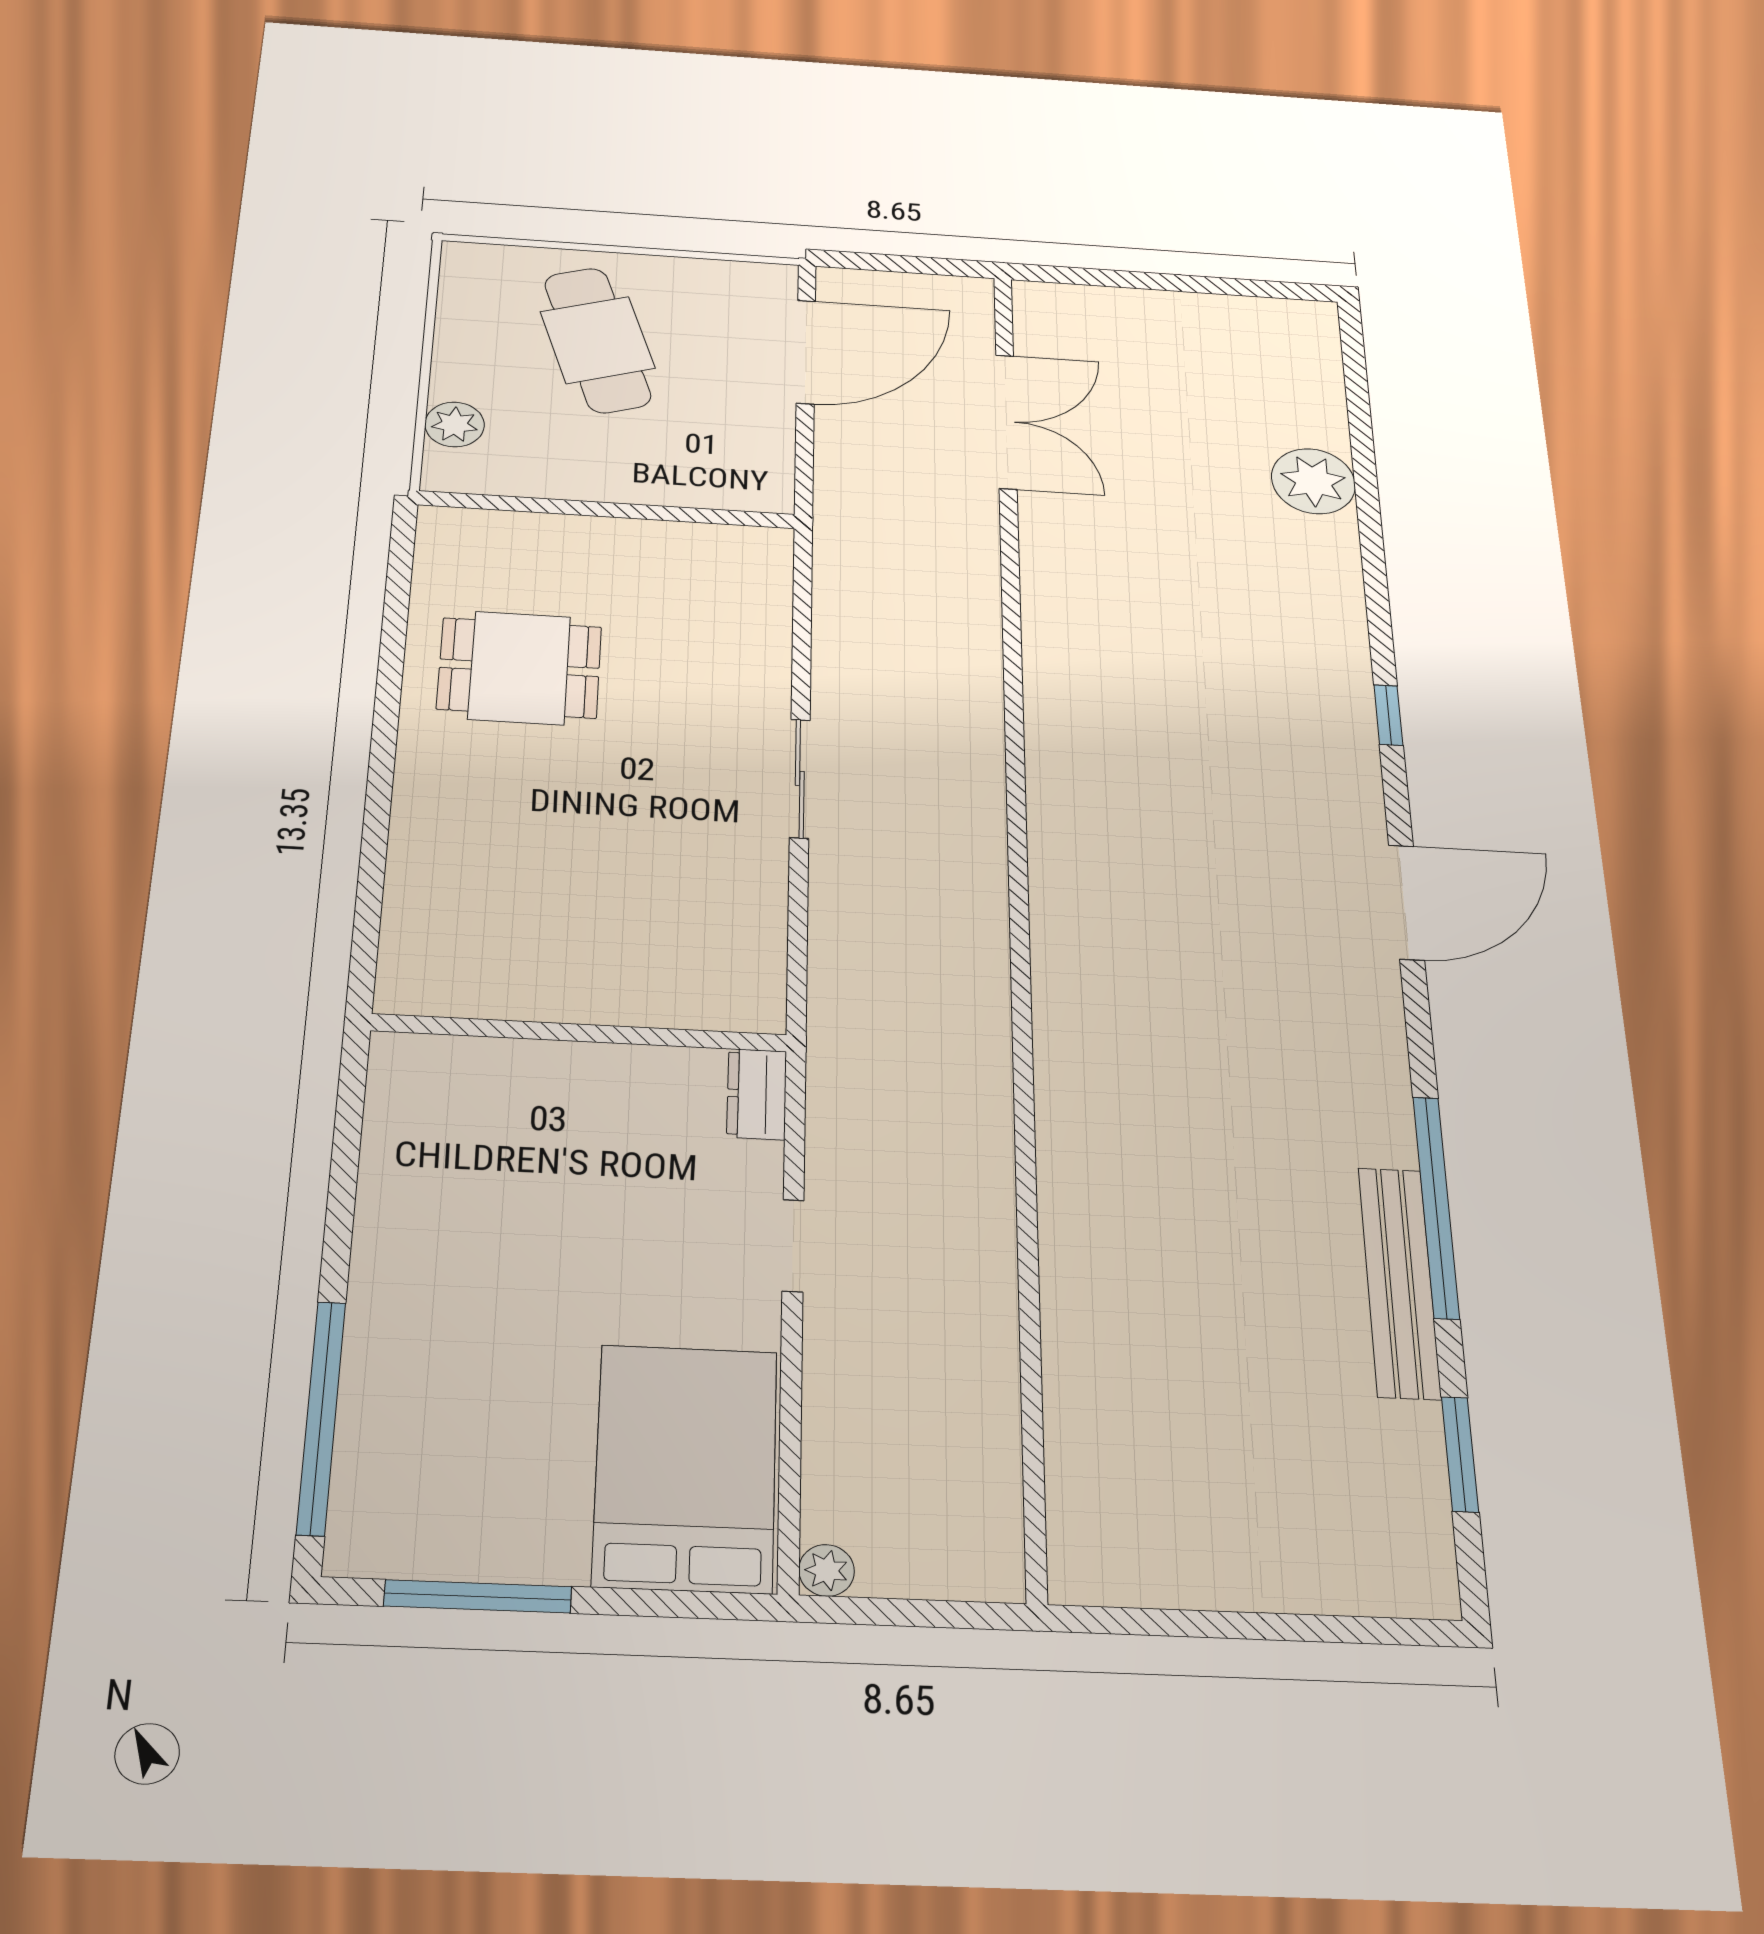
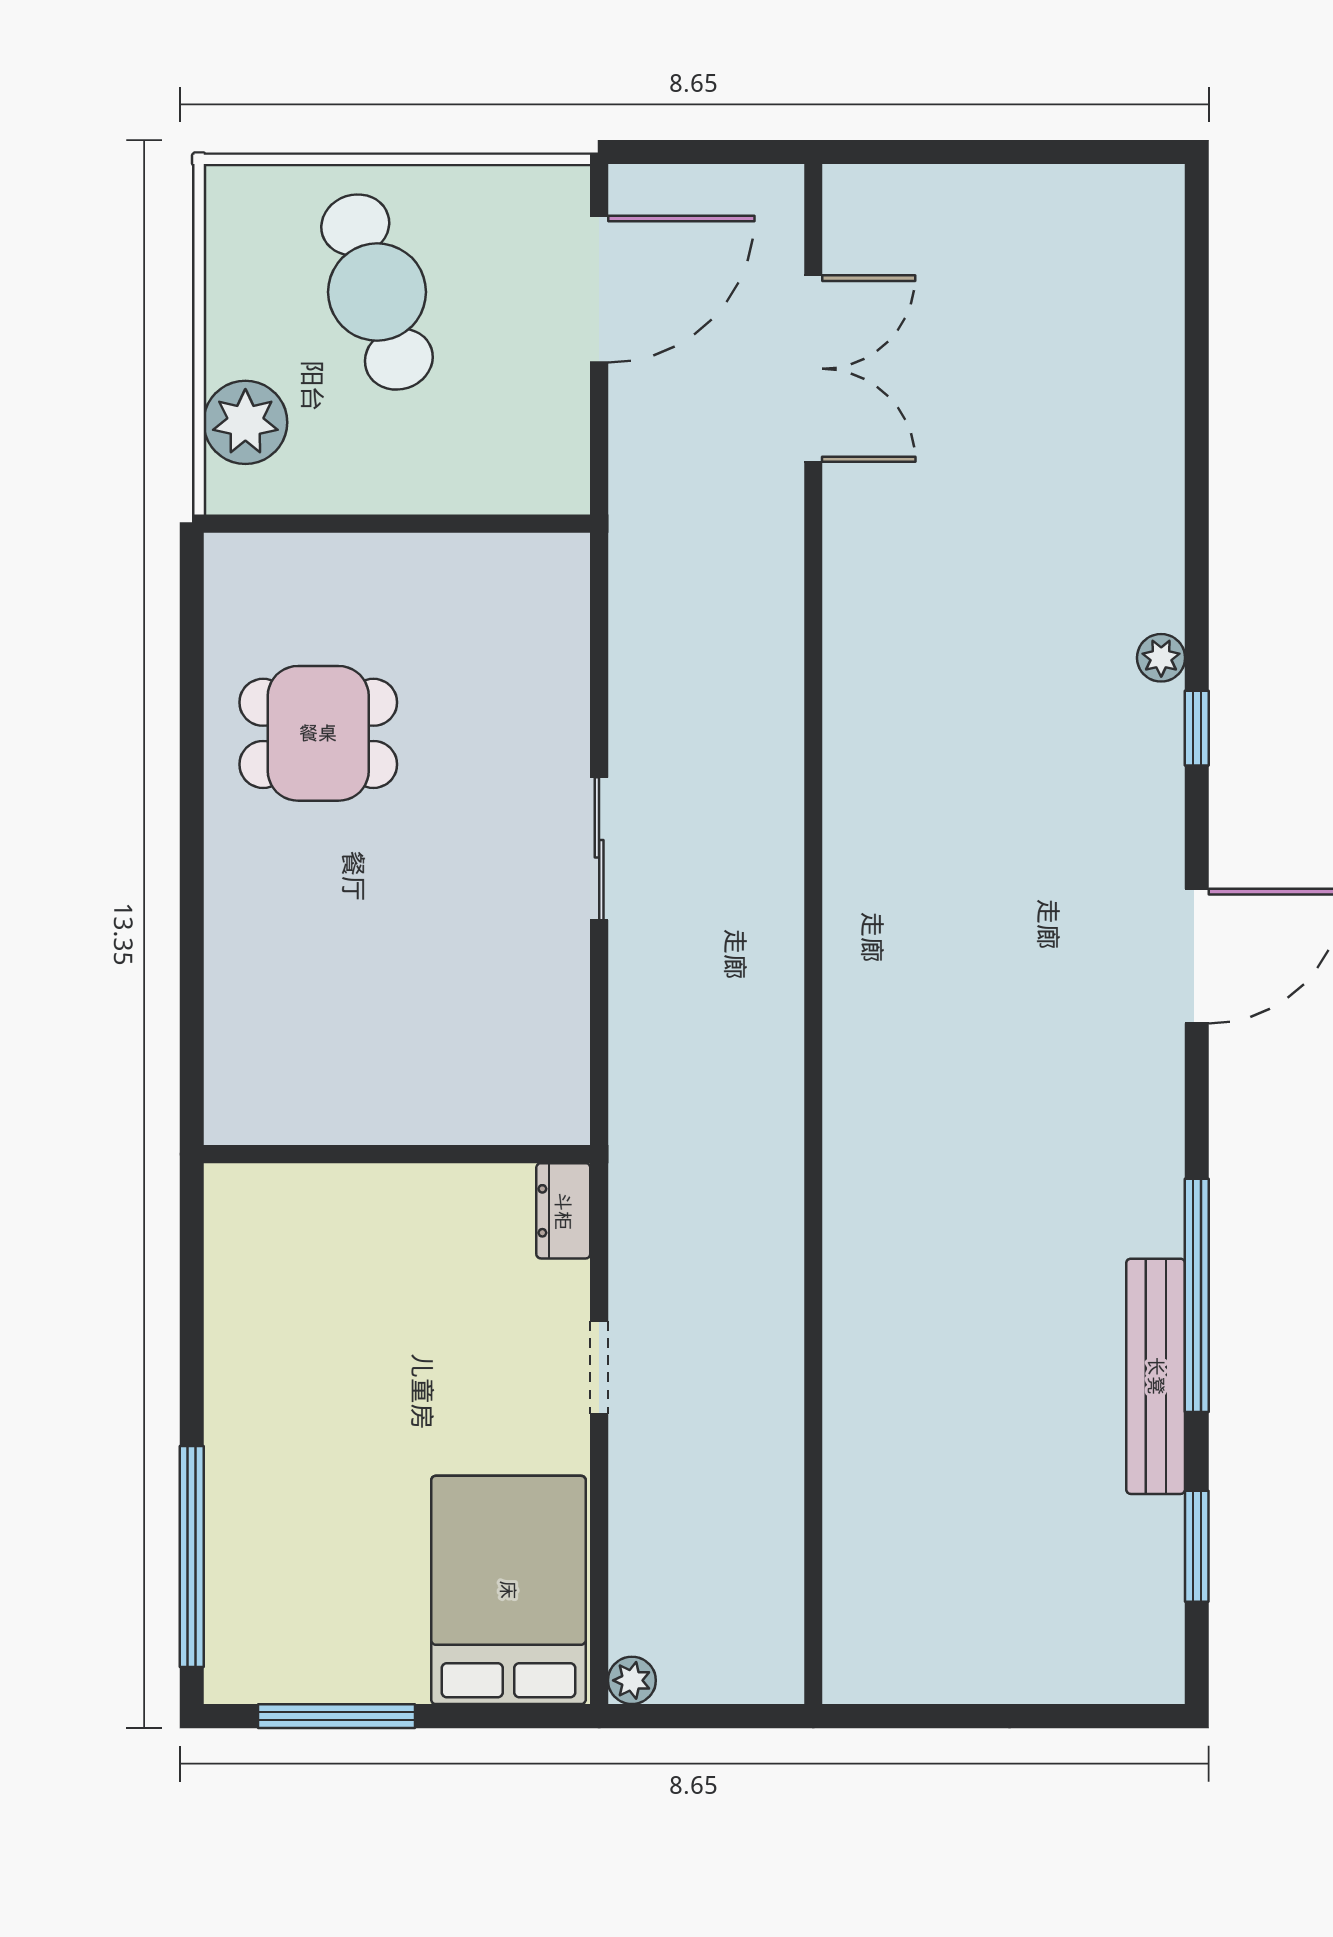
plant: (455, 424) -> (245, 422), width x1.36, depth x1.36
plant: (1313, 481) -> (1161, 658), moved, width x0.53, depth x0.53

